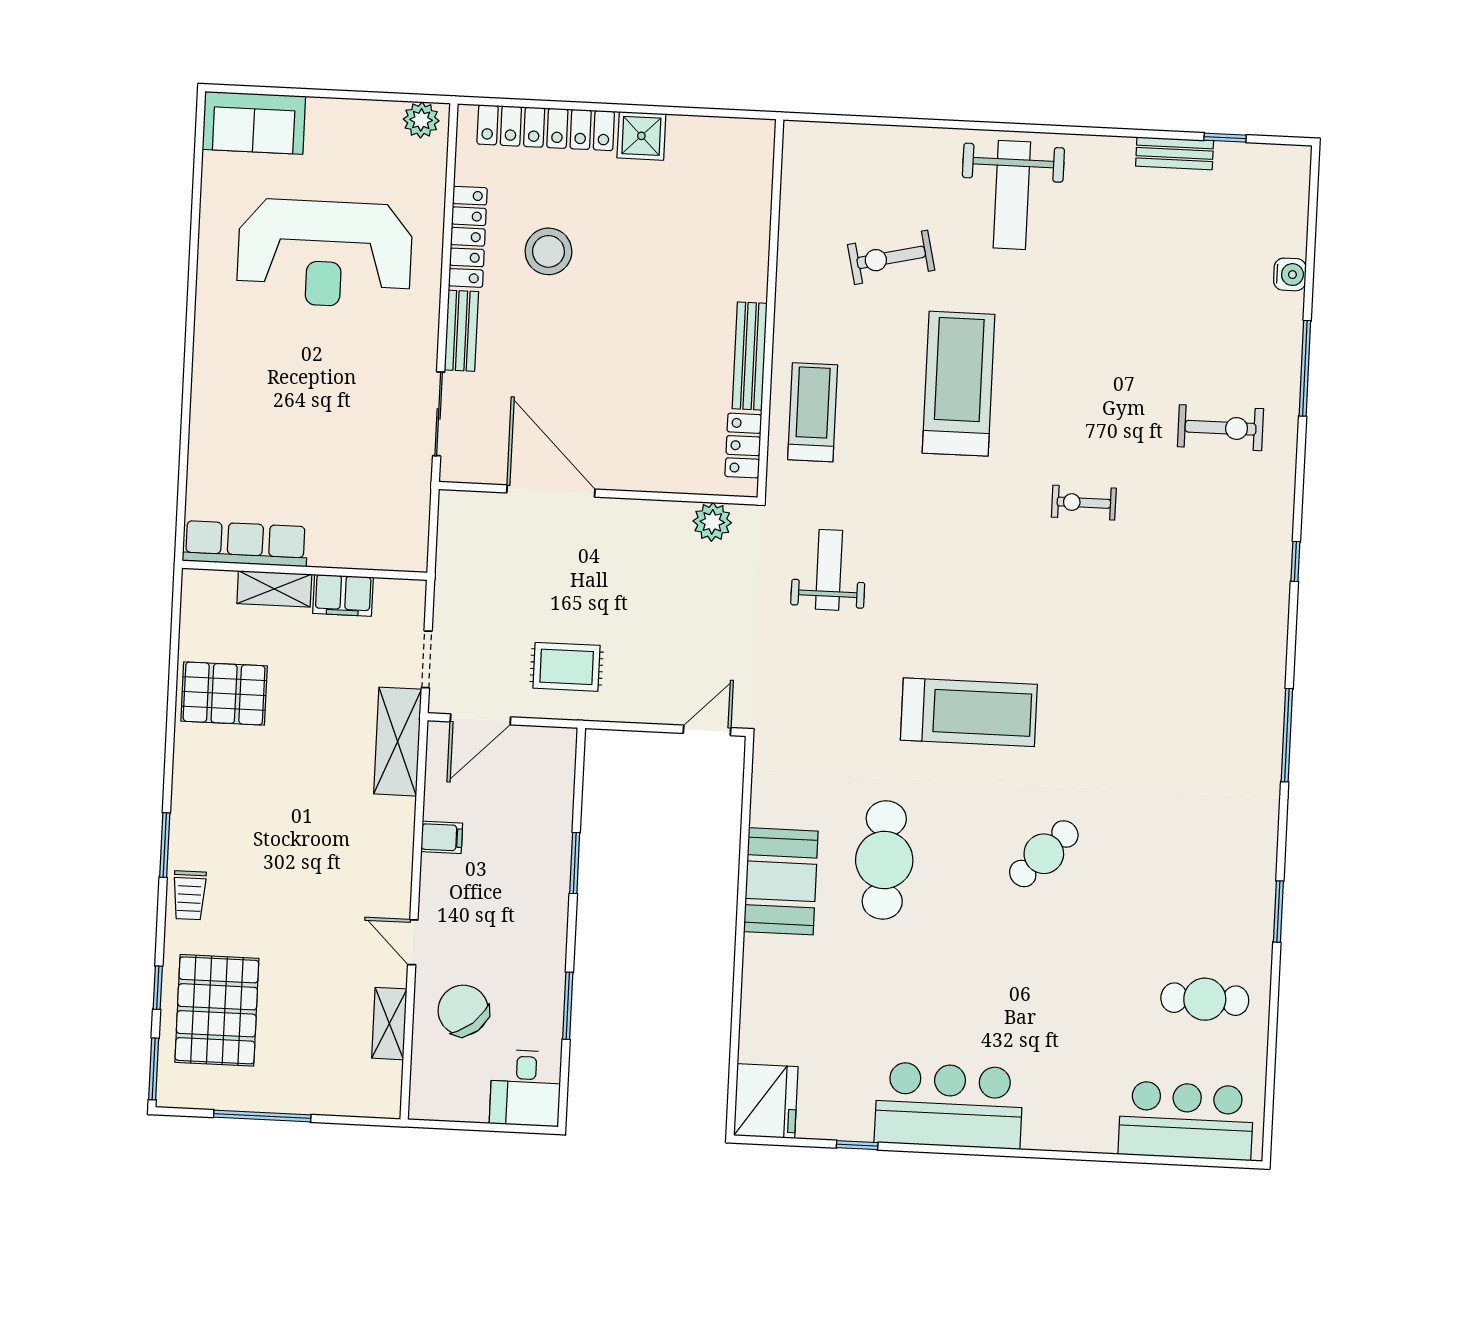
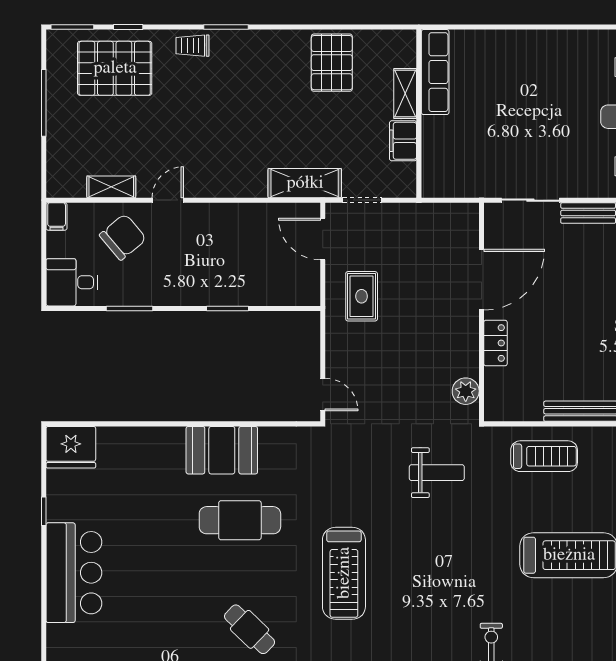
locker: (743, 446) -> (495, 343), moved, turned 90
filing cabinet: (442, 837) -> (57, 216), moved

